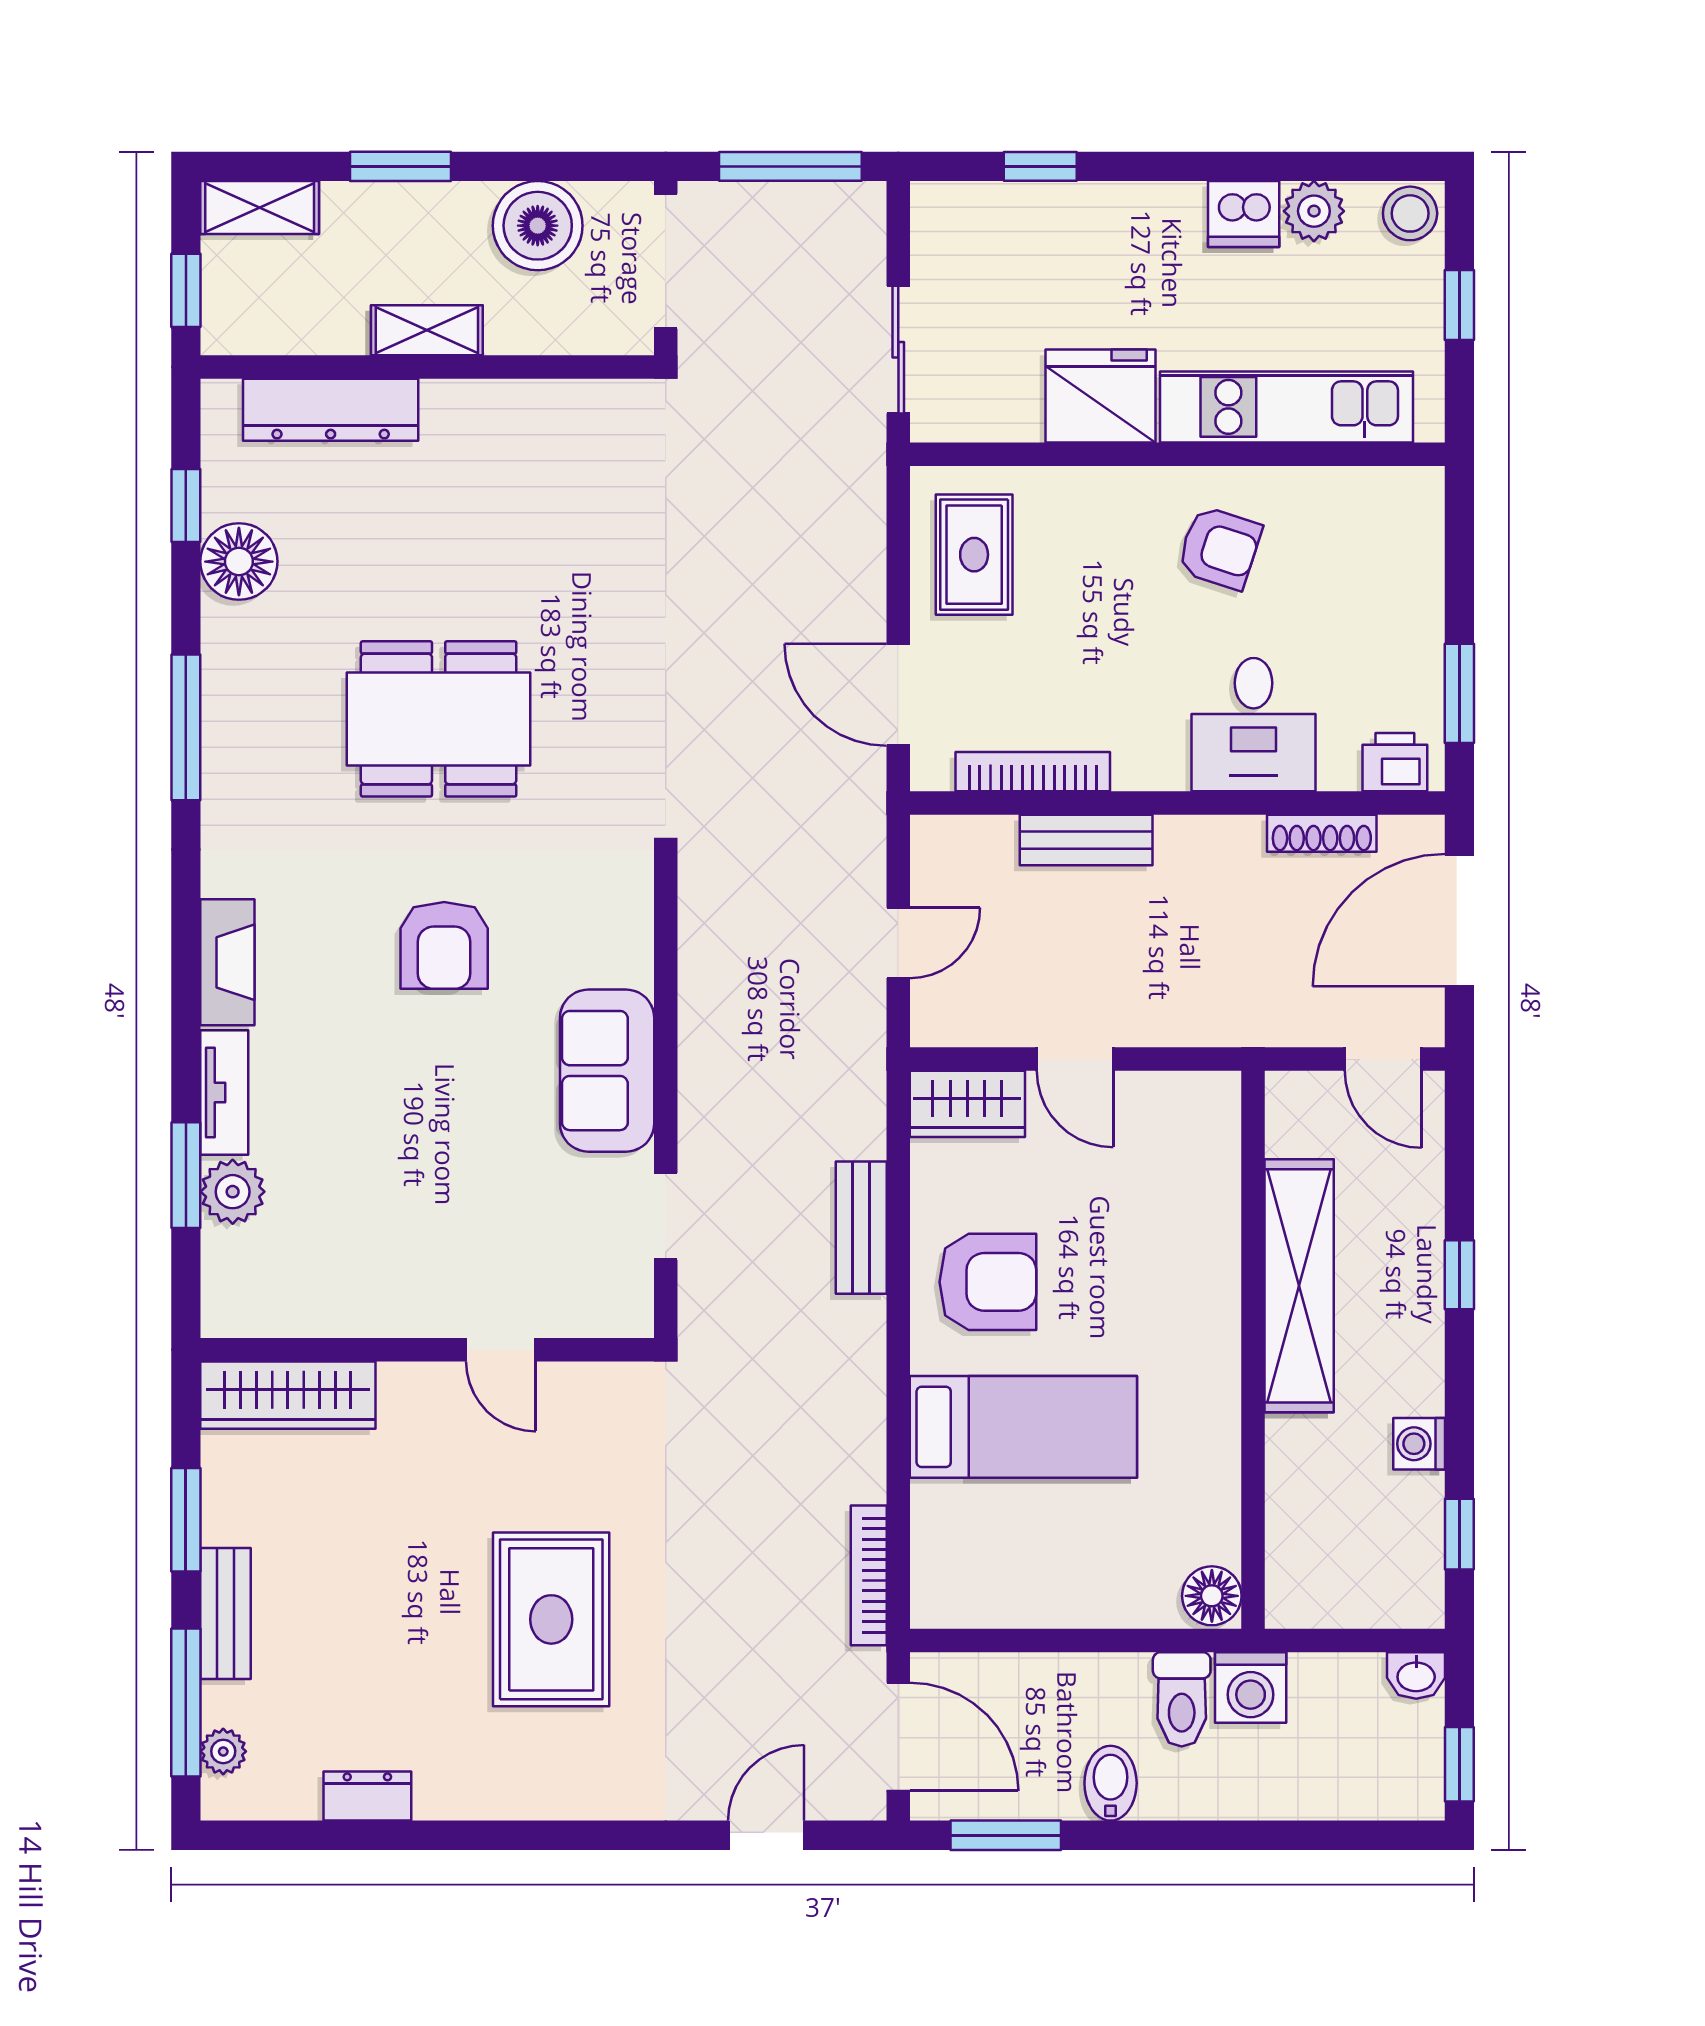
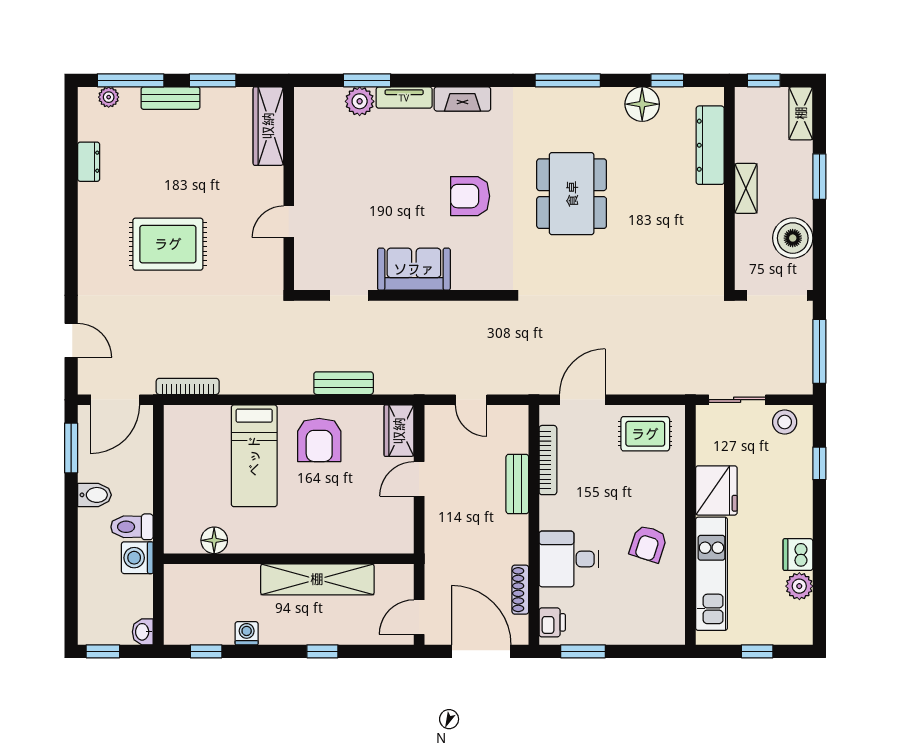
stool: (1410, 213) -> (785, 422), moved
floor lamp: (1212, 1596) -> (214, 540), moved

